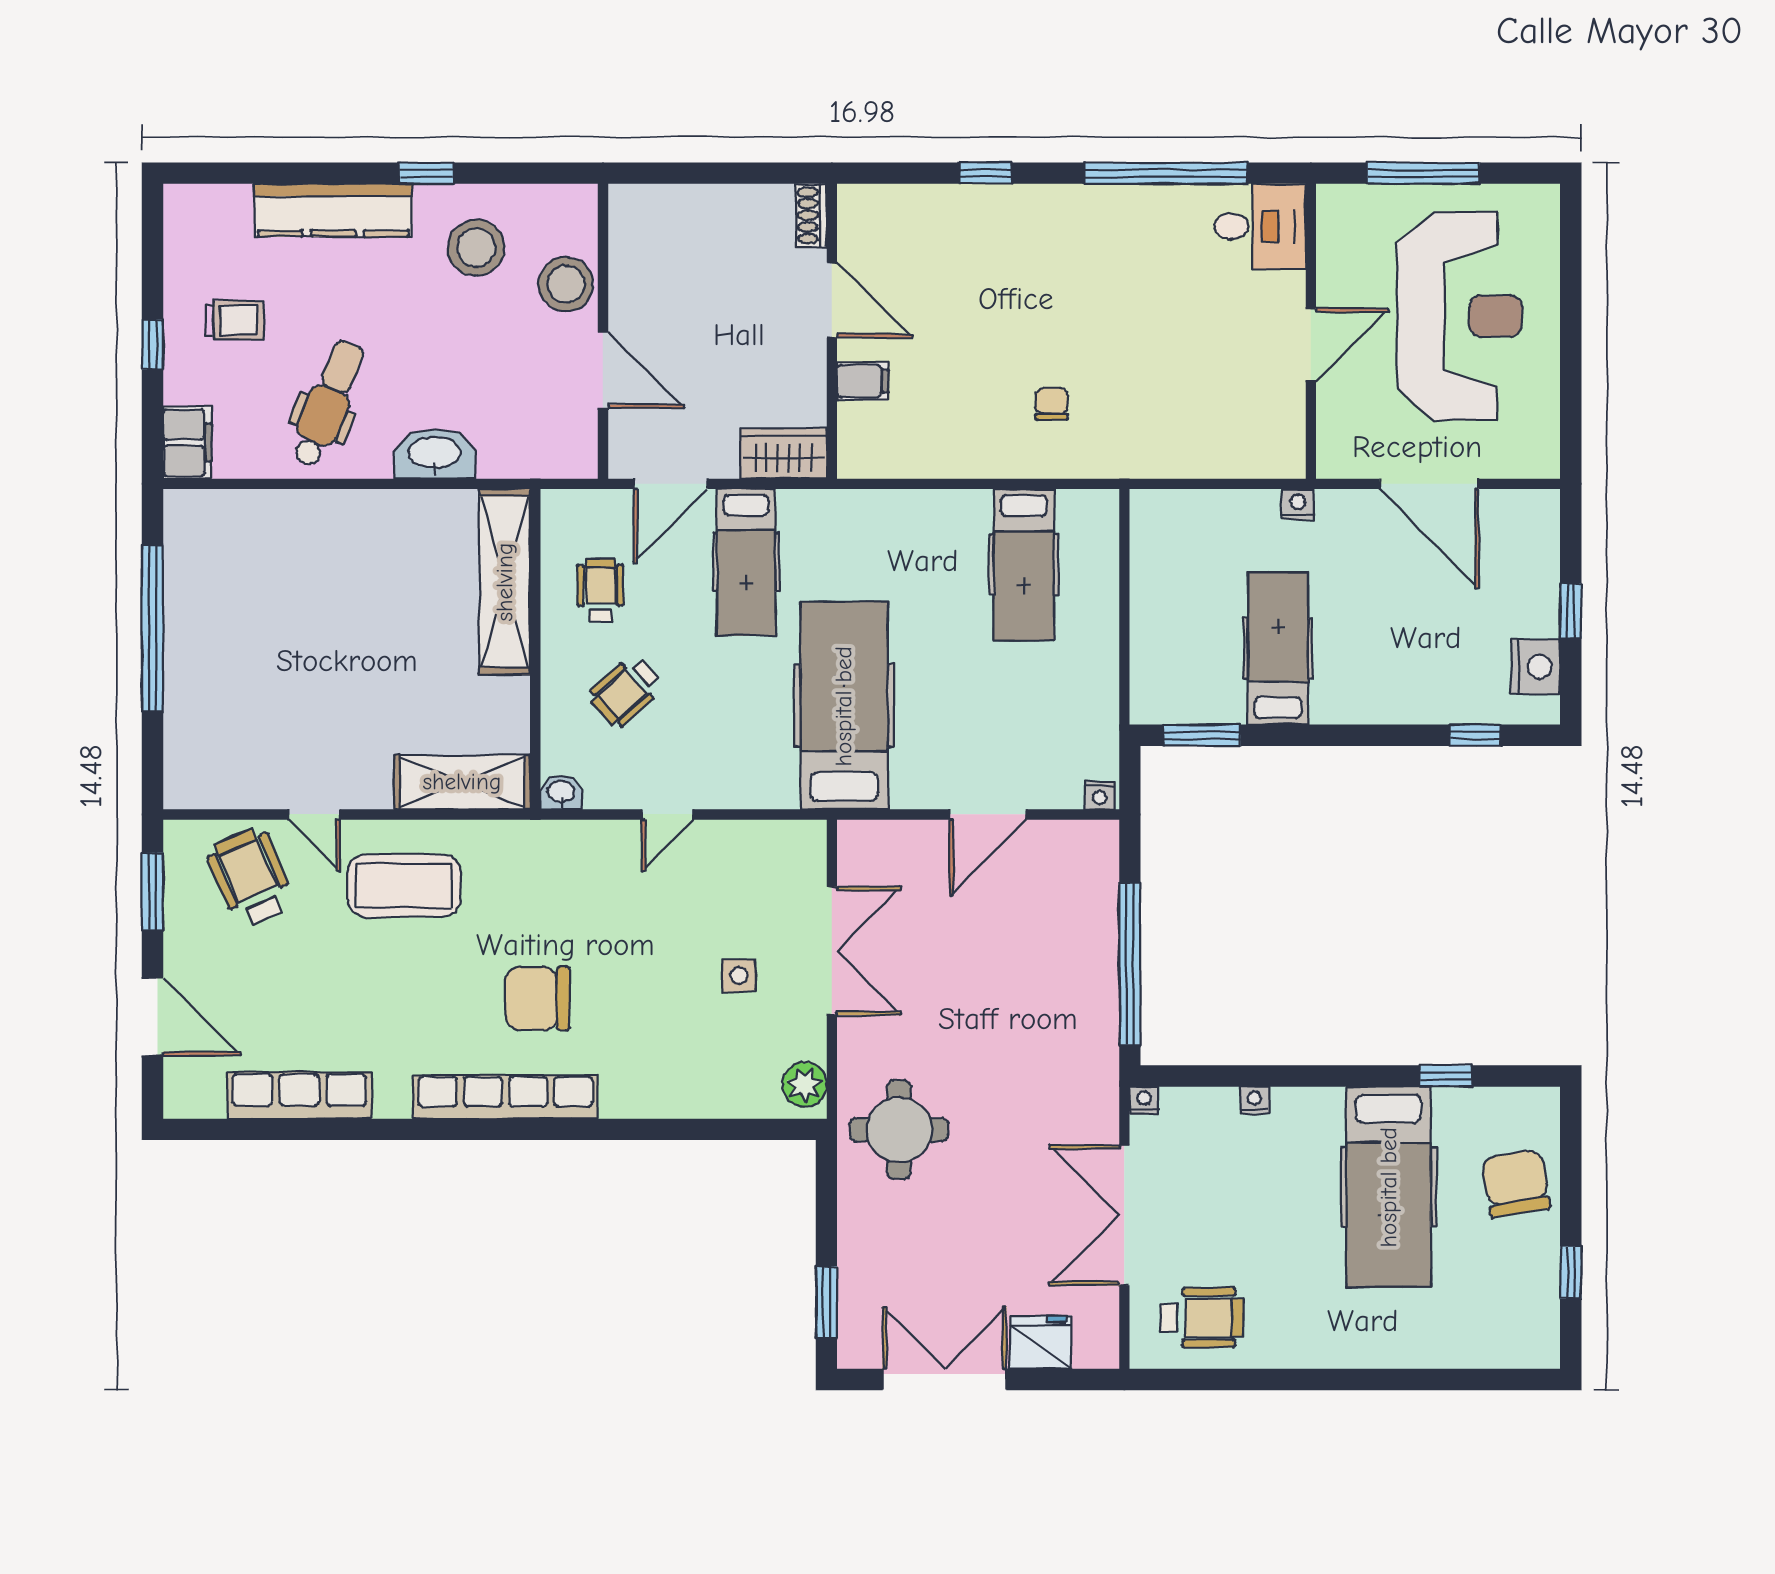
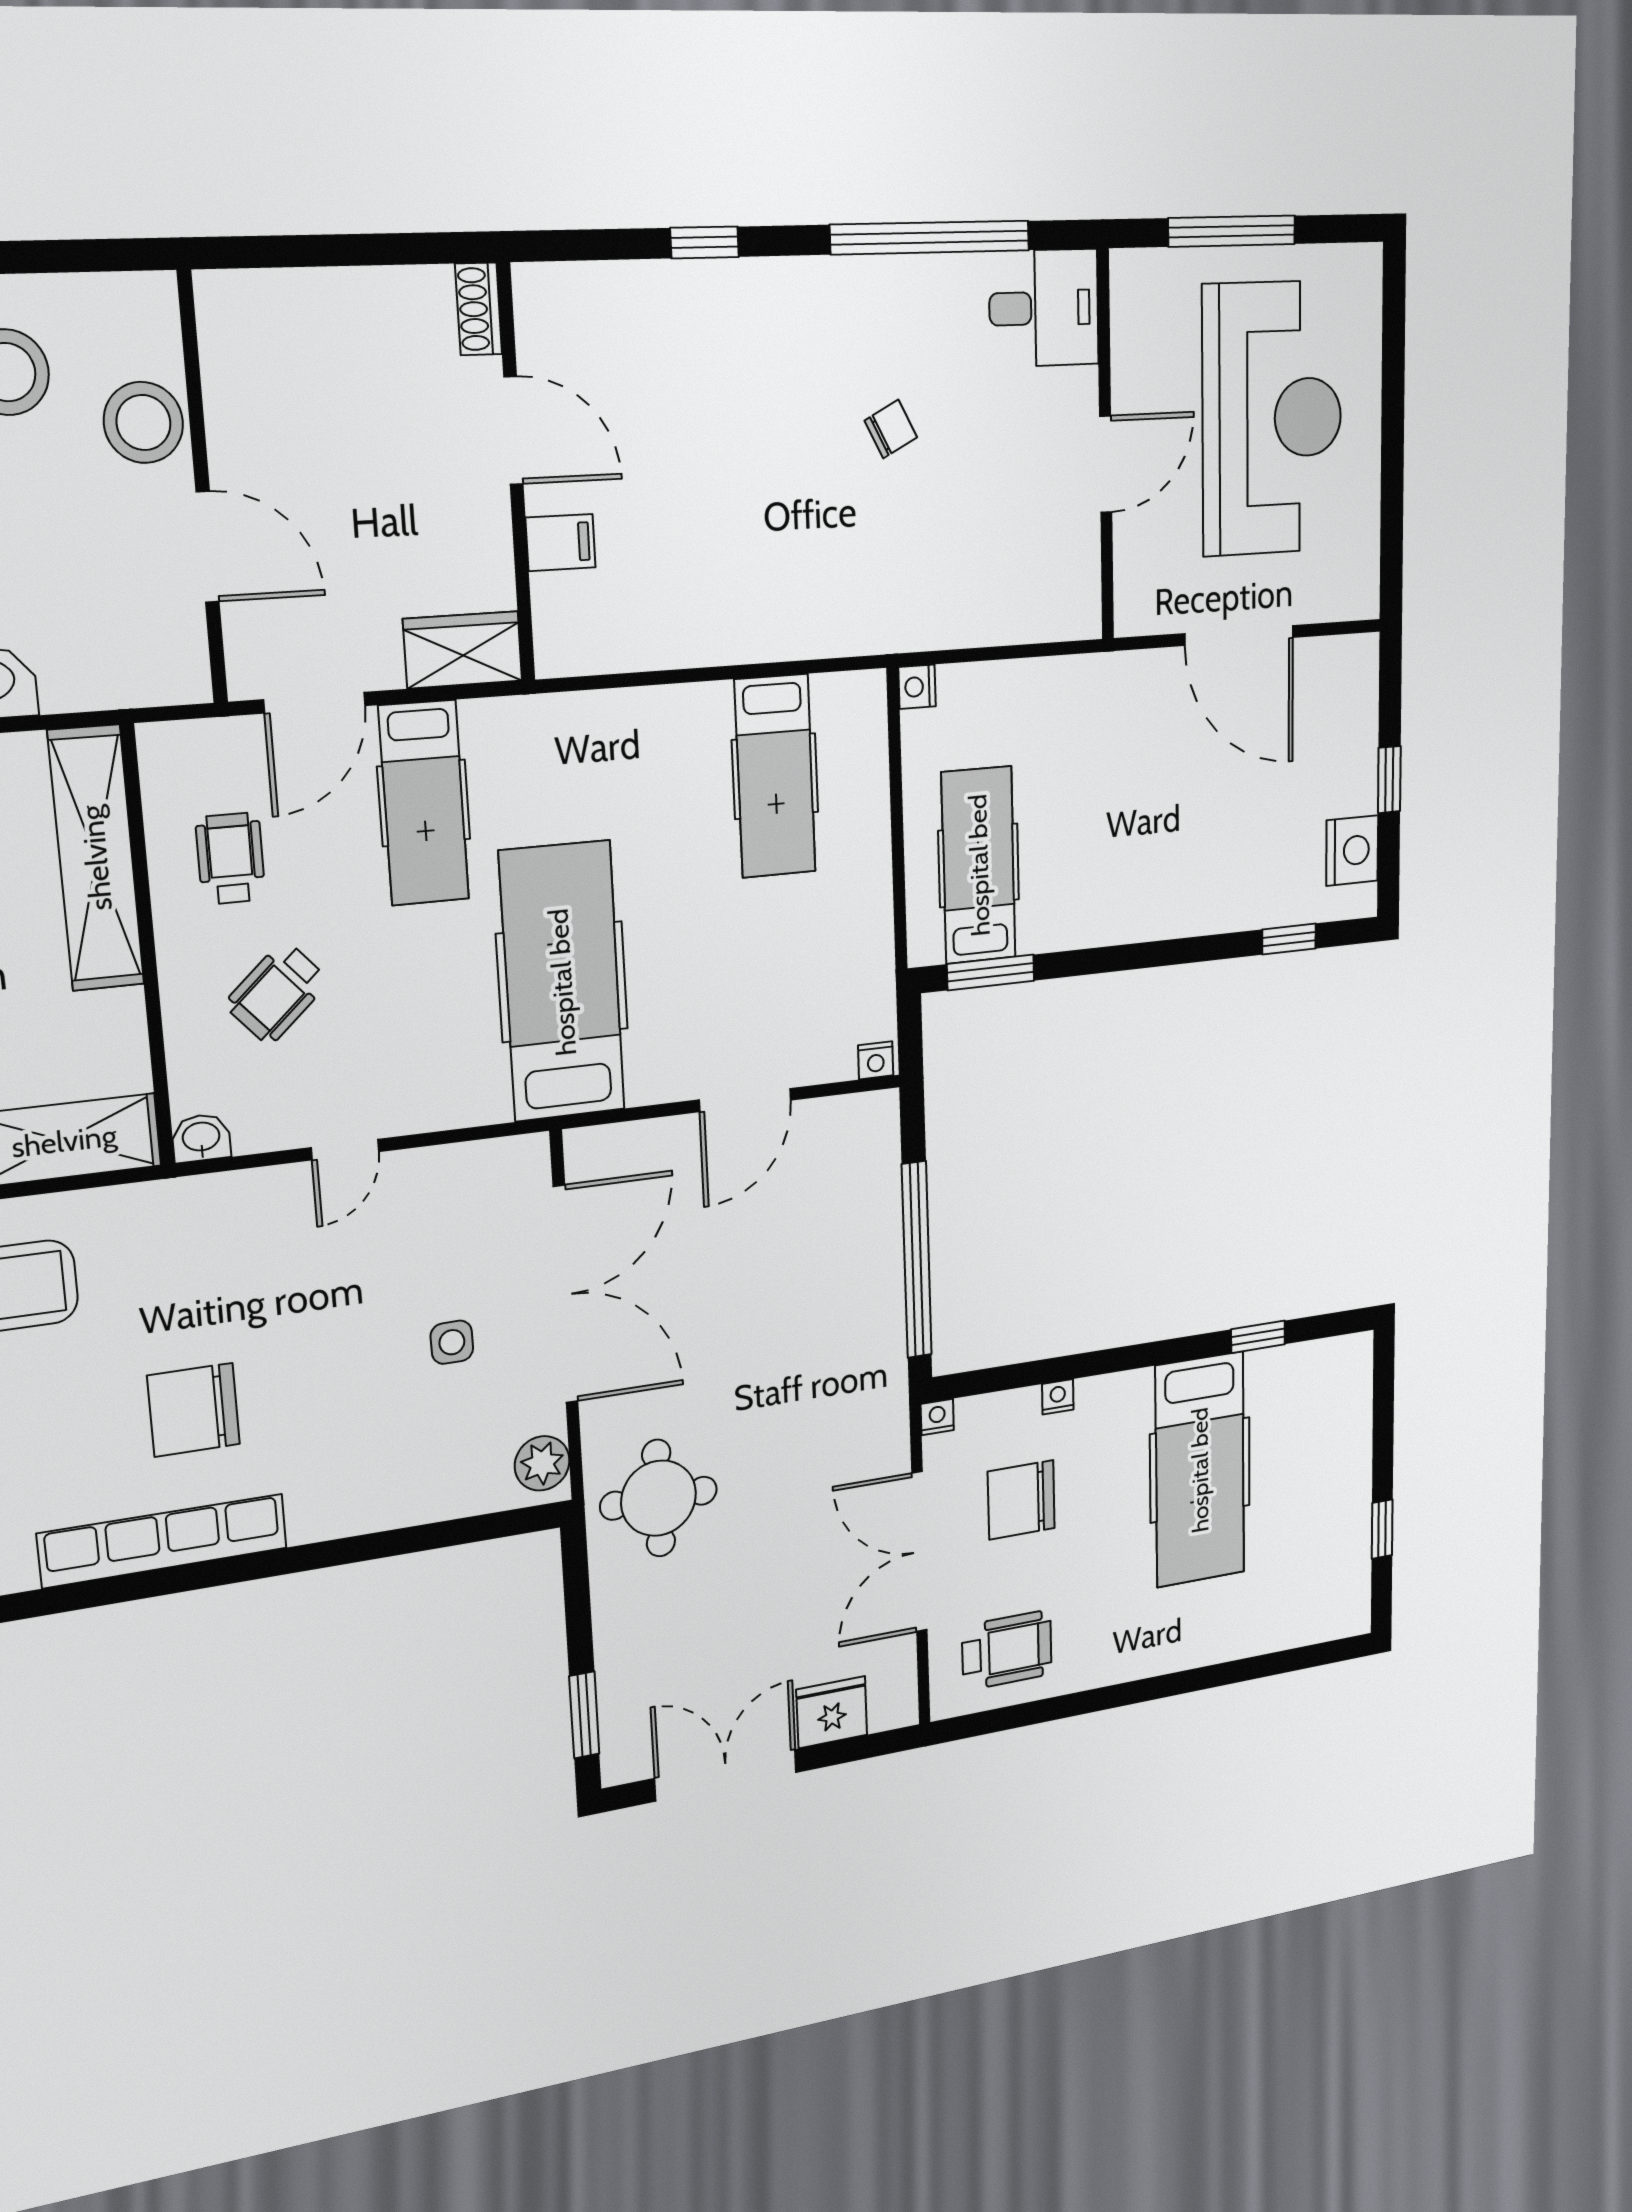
chair: (1052, 404) -> (891, 429), moved, turned 63
nightstand: (1298, 504) -> (917, 687), moved, turned -90
hospital bed: (1278, 648) -> (979, 865), moved
double door: (832, 951) -> (565, 1295), width x1.36
chair: (1516, 1183) -> (1021, 1500), moved, turned -80

